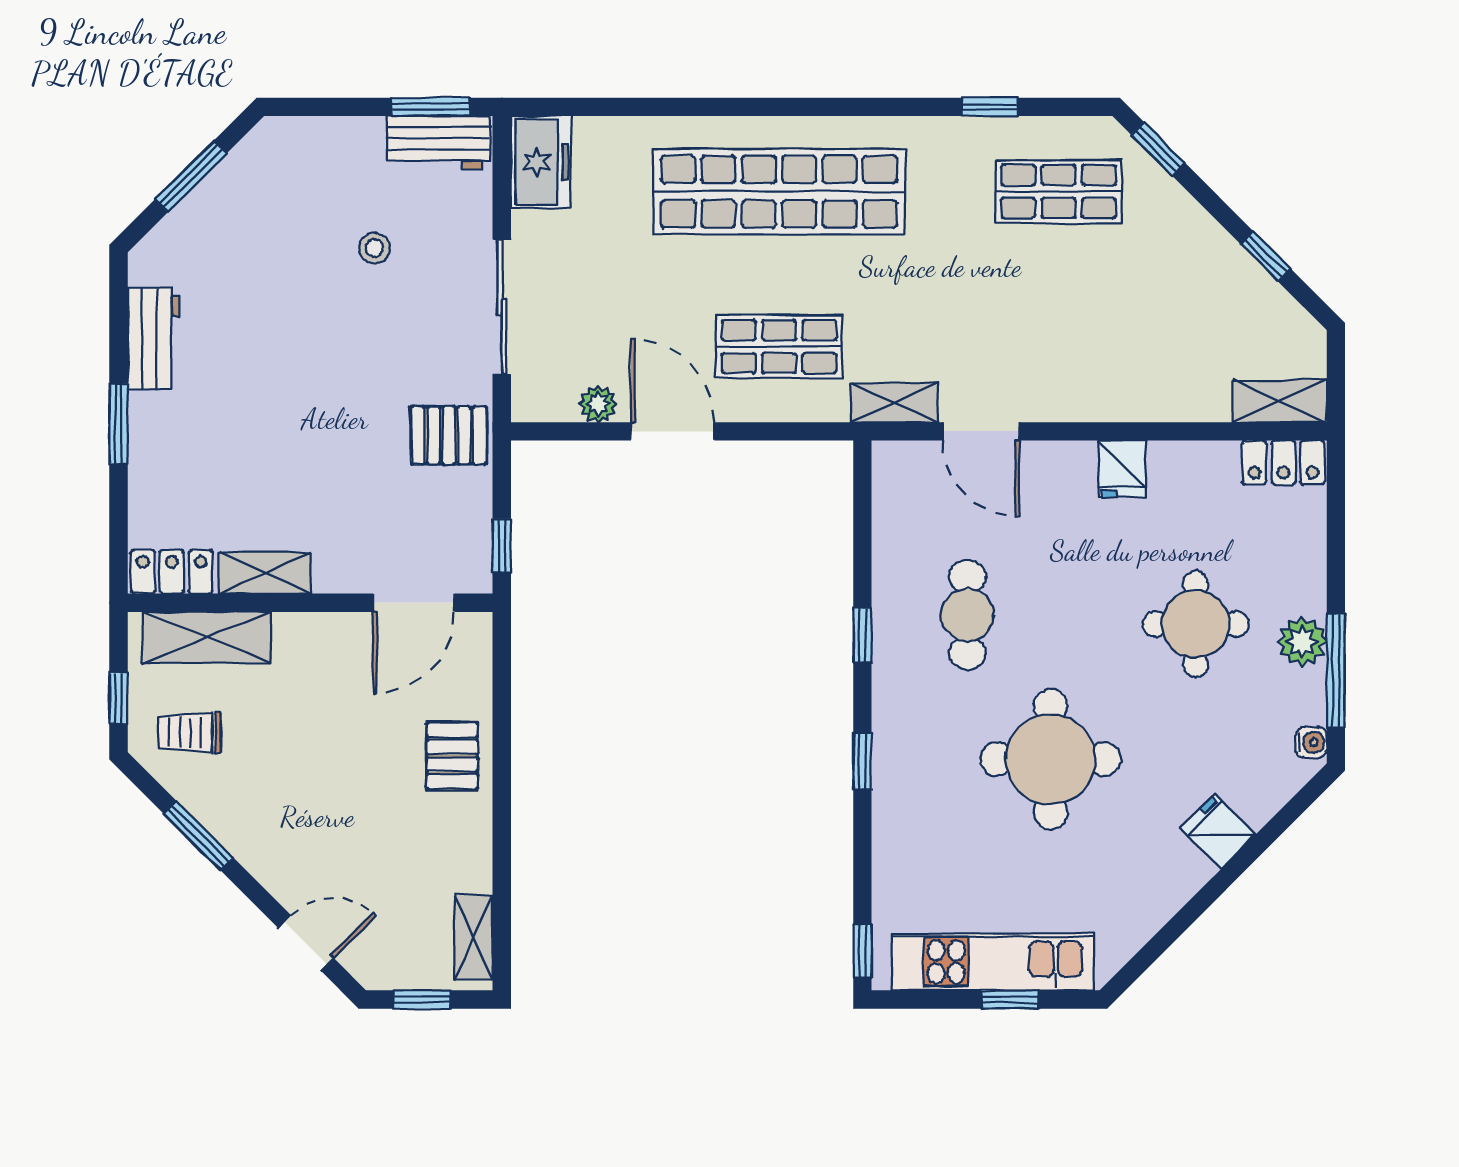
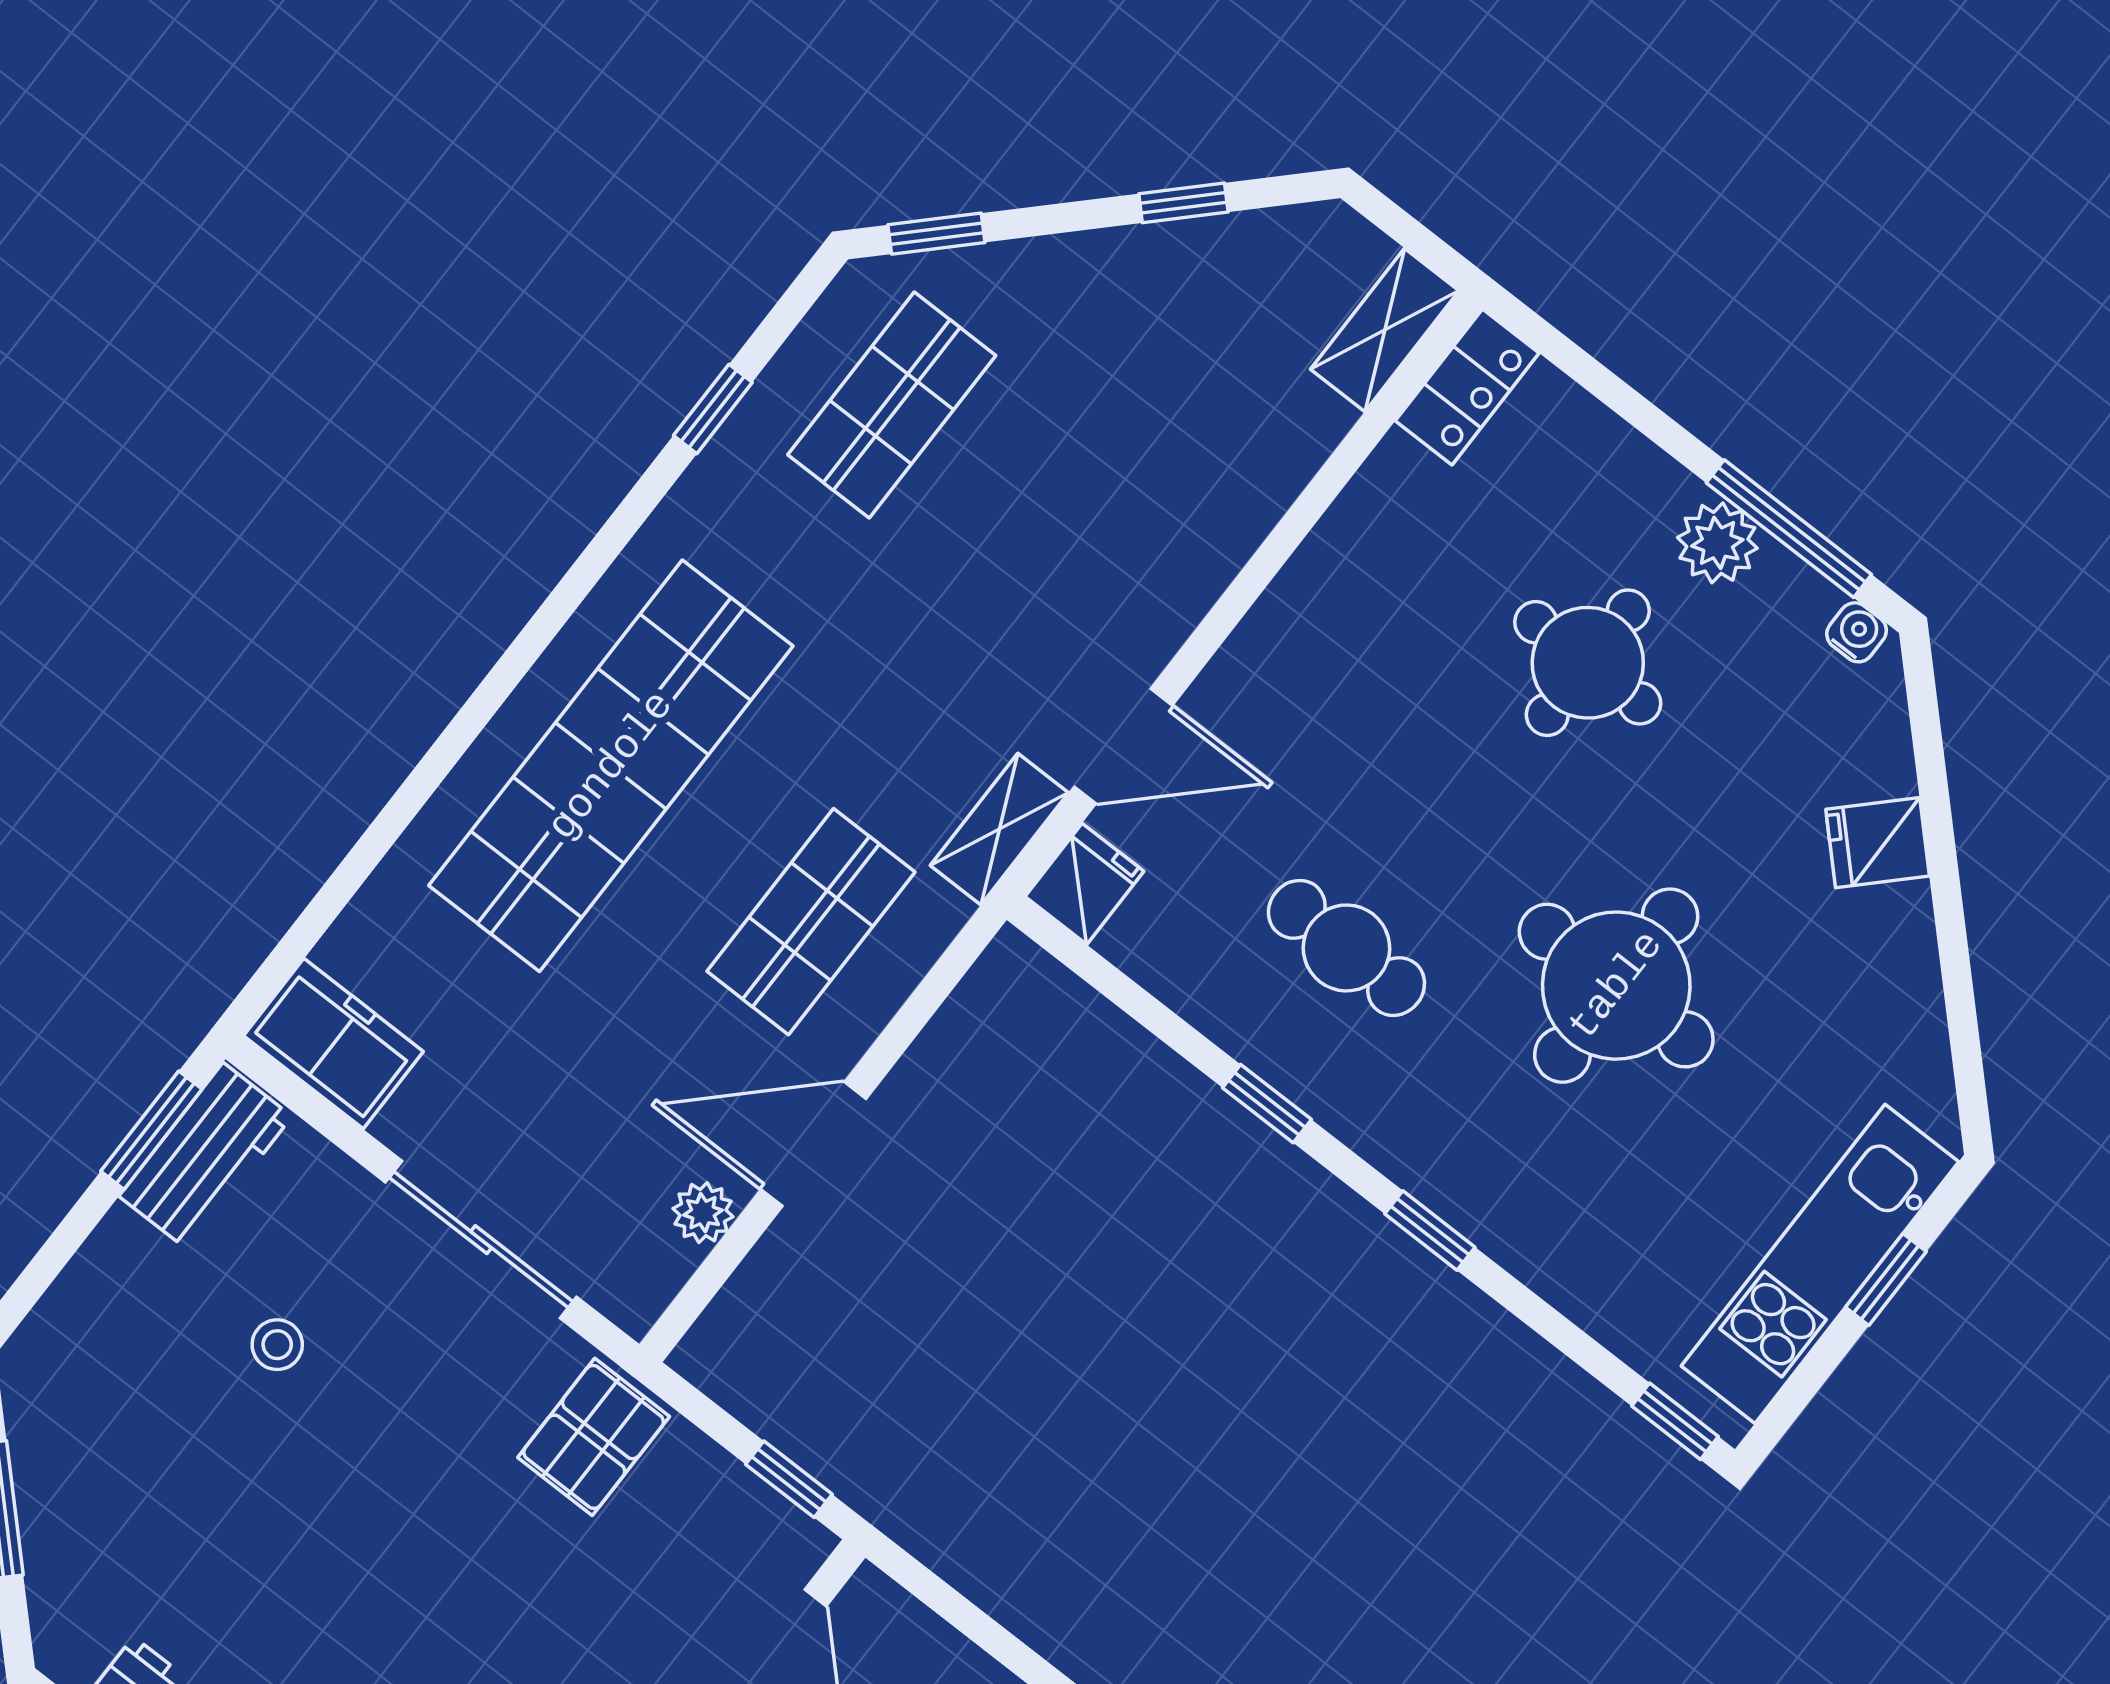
fridge: (1122, 469) -> (1084, 884), moved, turned -90

